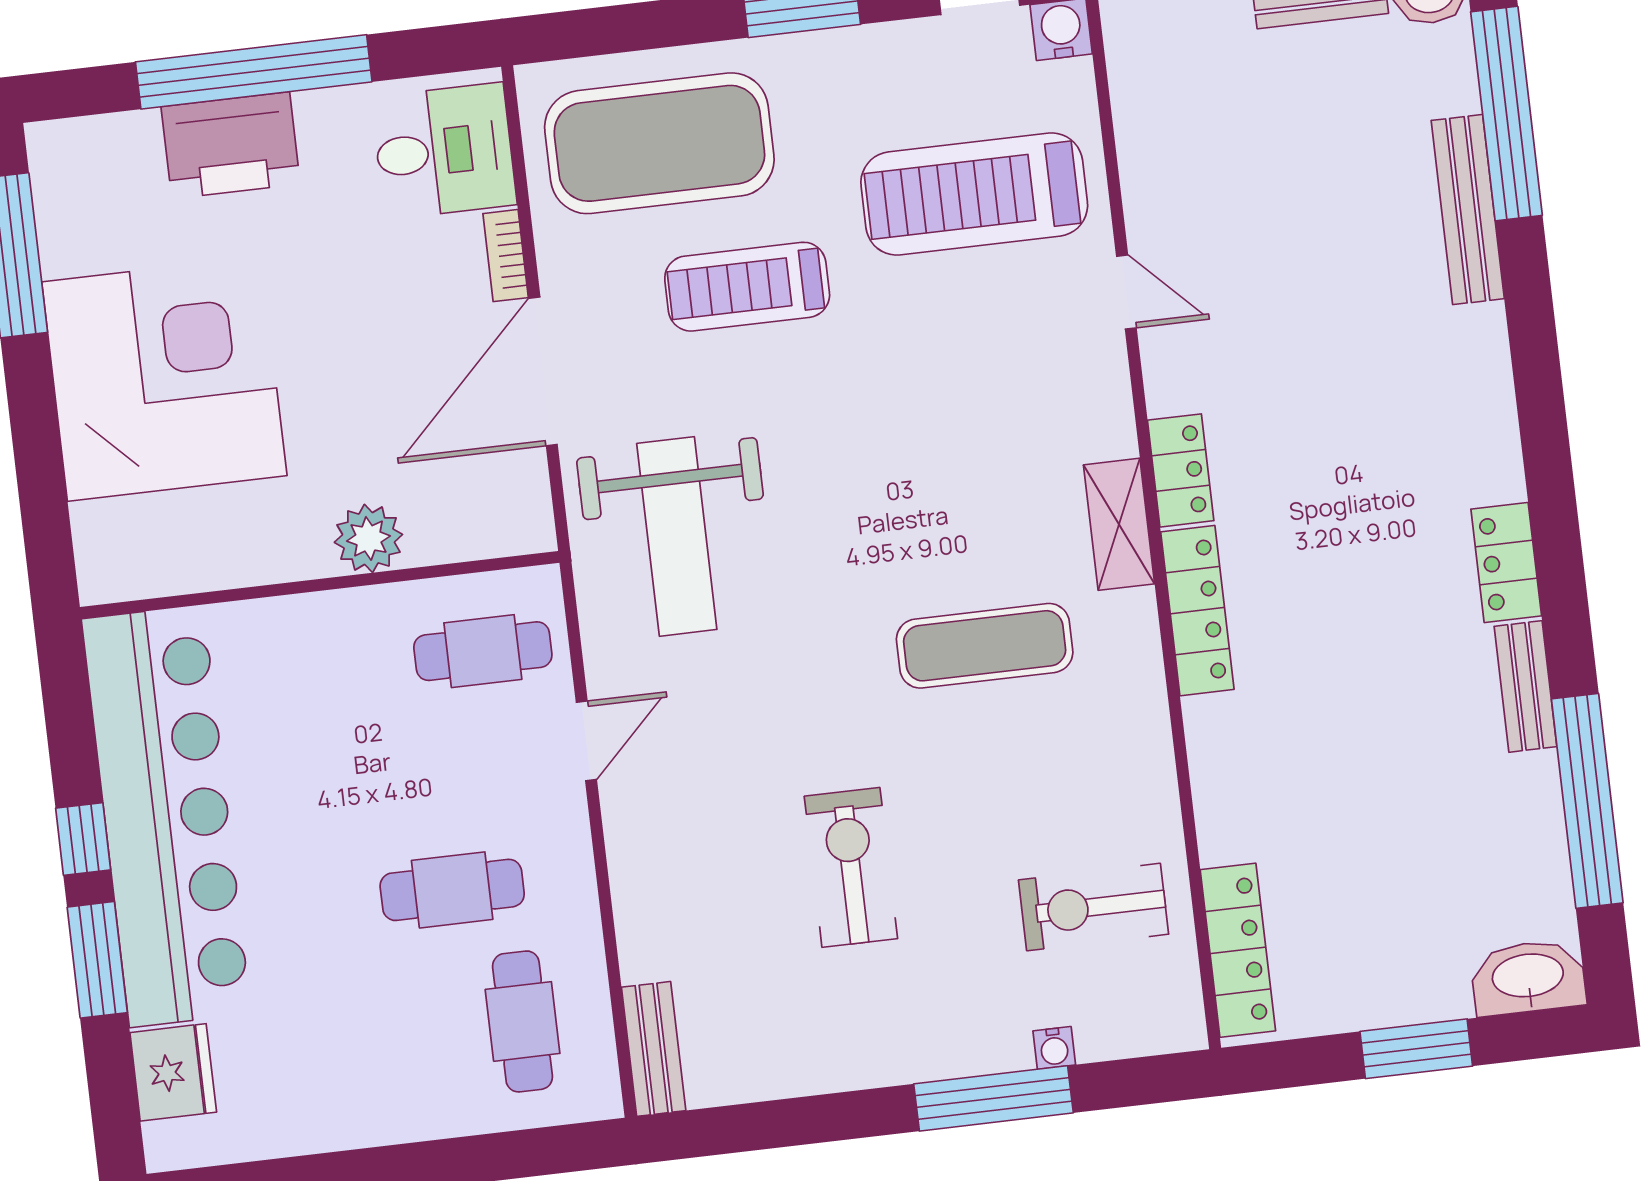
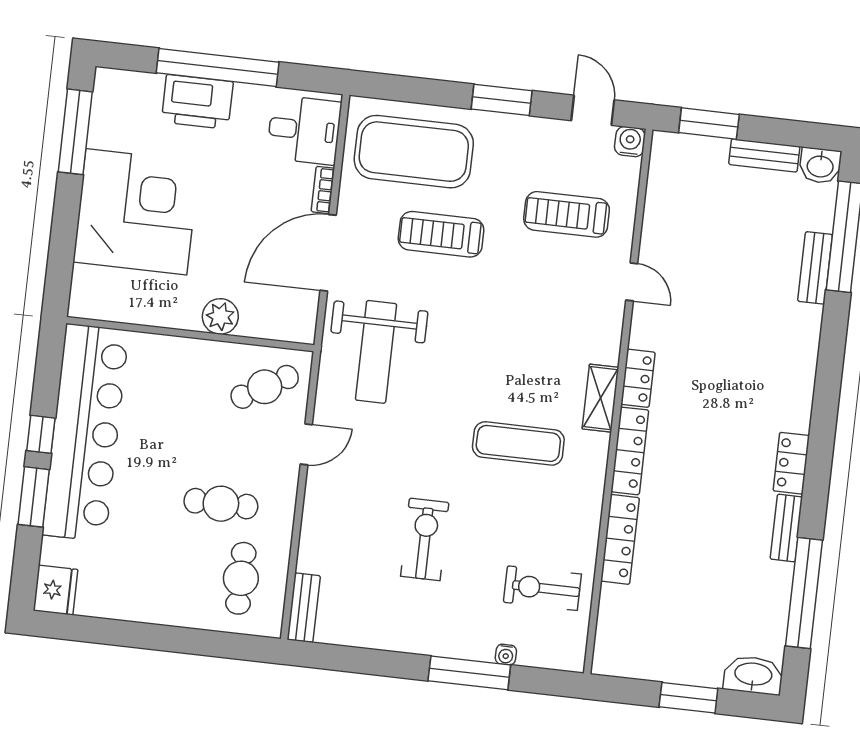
treadmill: (974, 194) -> (567, 214), width x0.73, depth x0.73
bench: (1468, 210) -> (815, 268), width x0.73
cafe table: (483, 651) -> (265, 387), turned -30
locker: (1238, 950) -> (620, 539), moved
fridge: (173, 1072) -> (55, 590), moved

